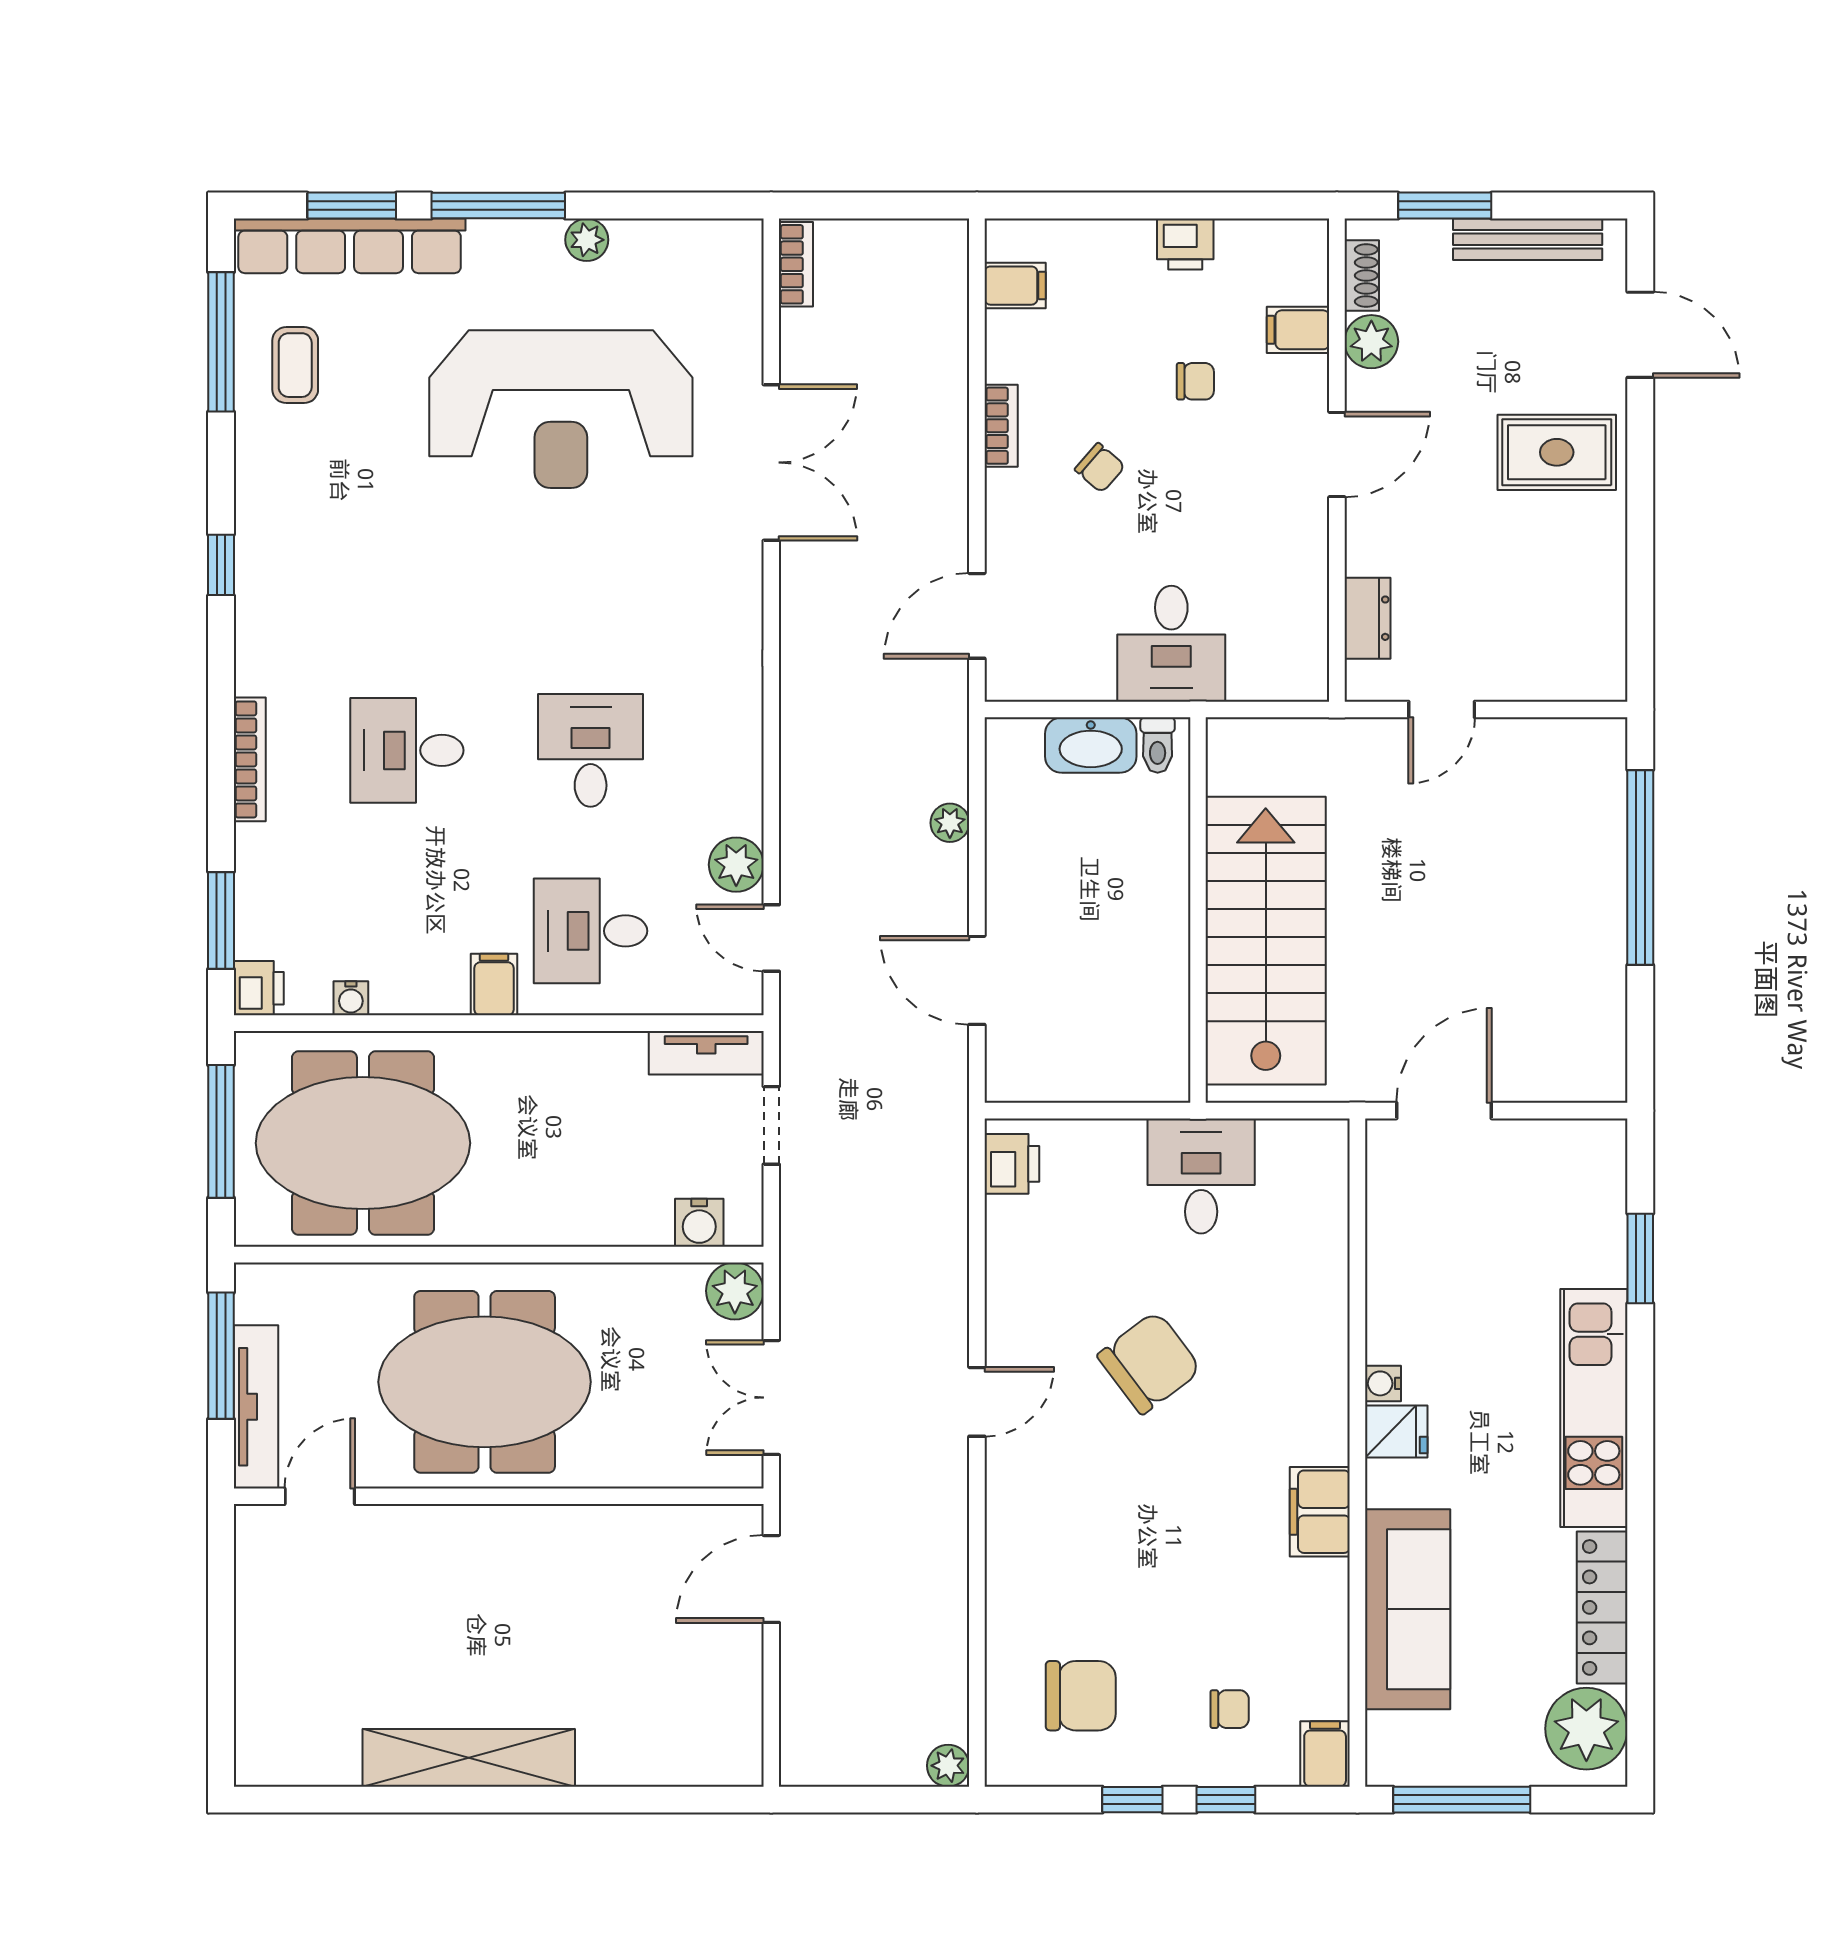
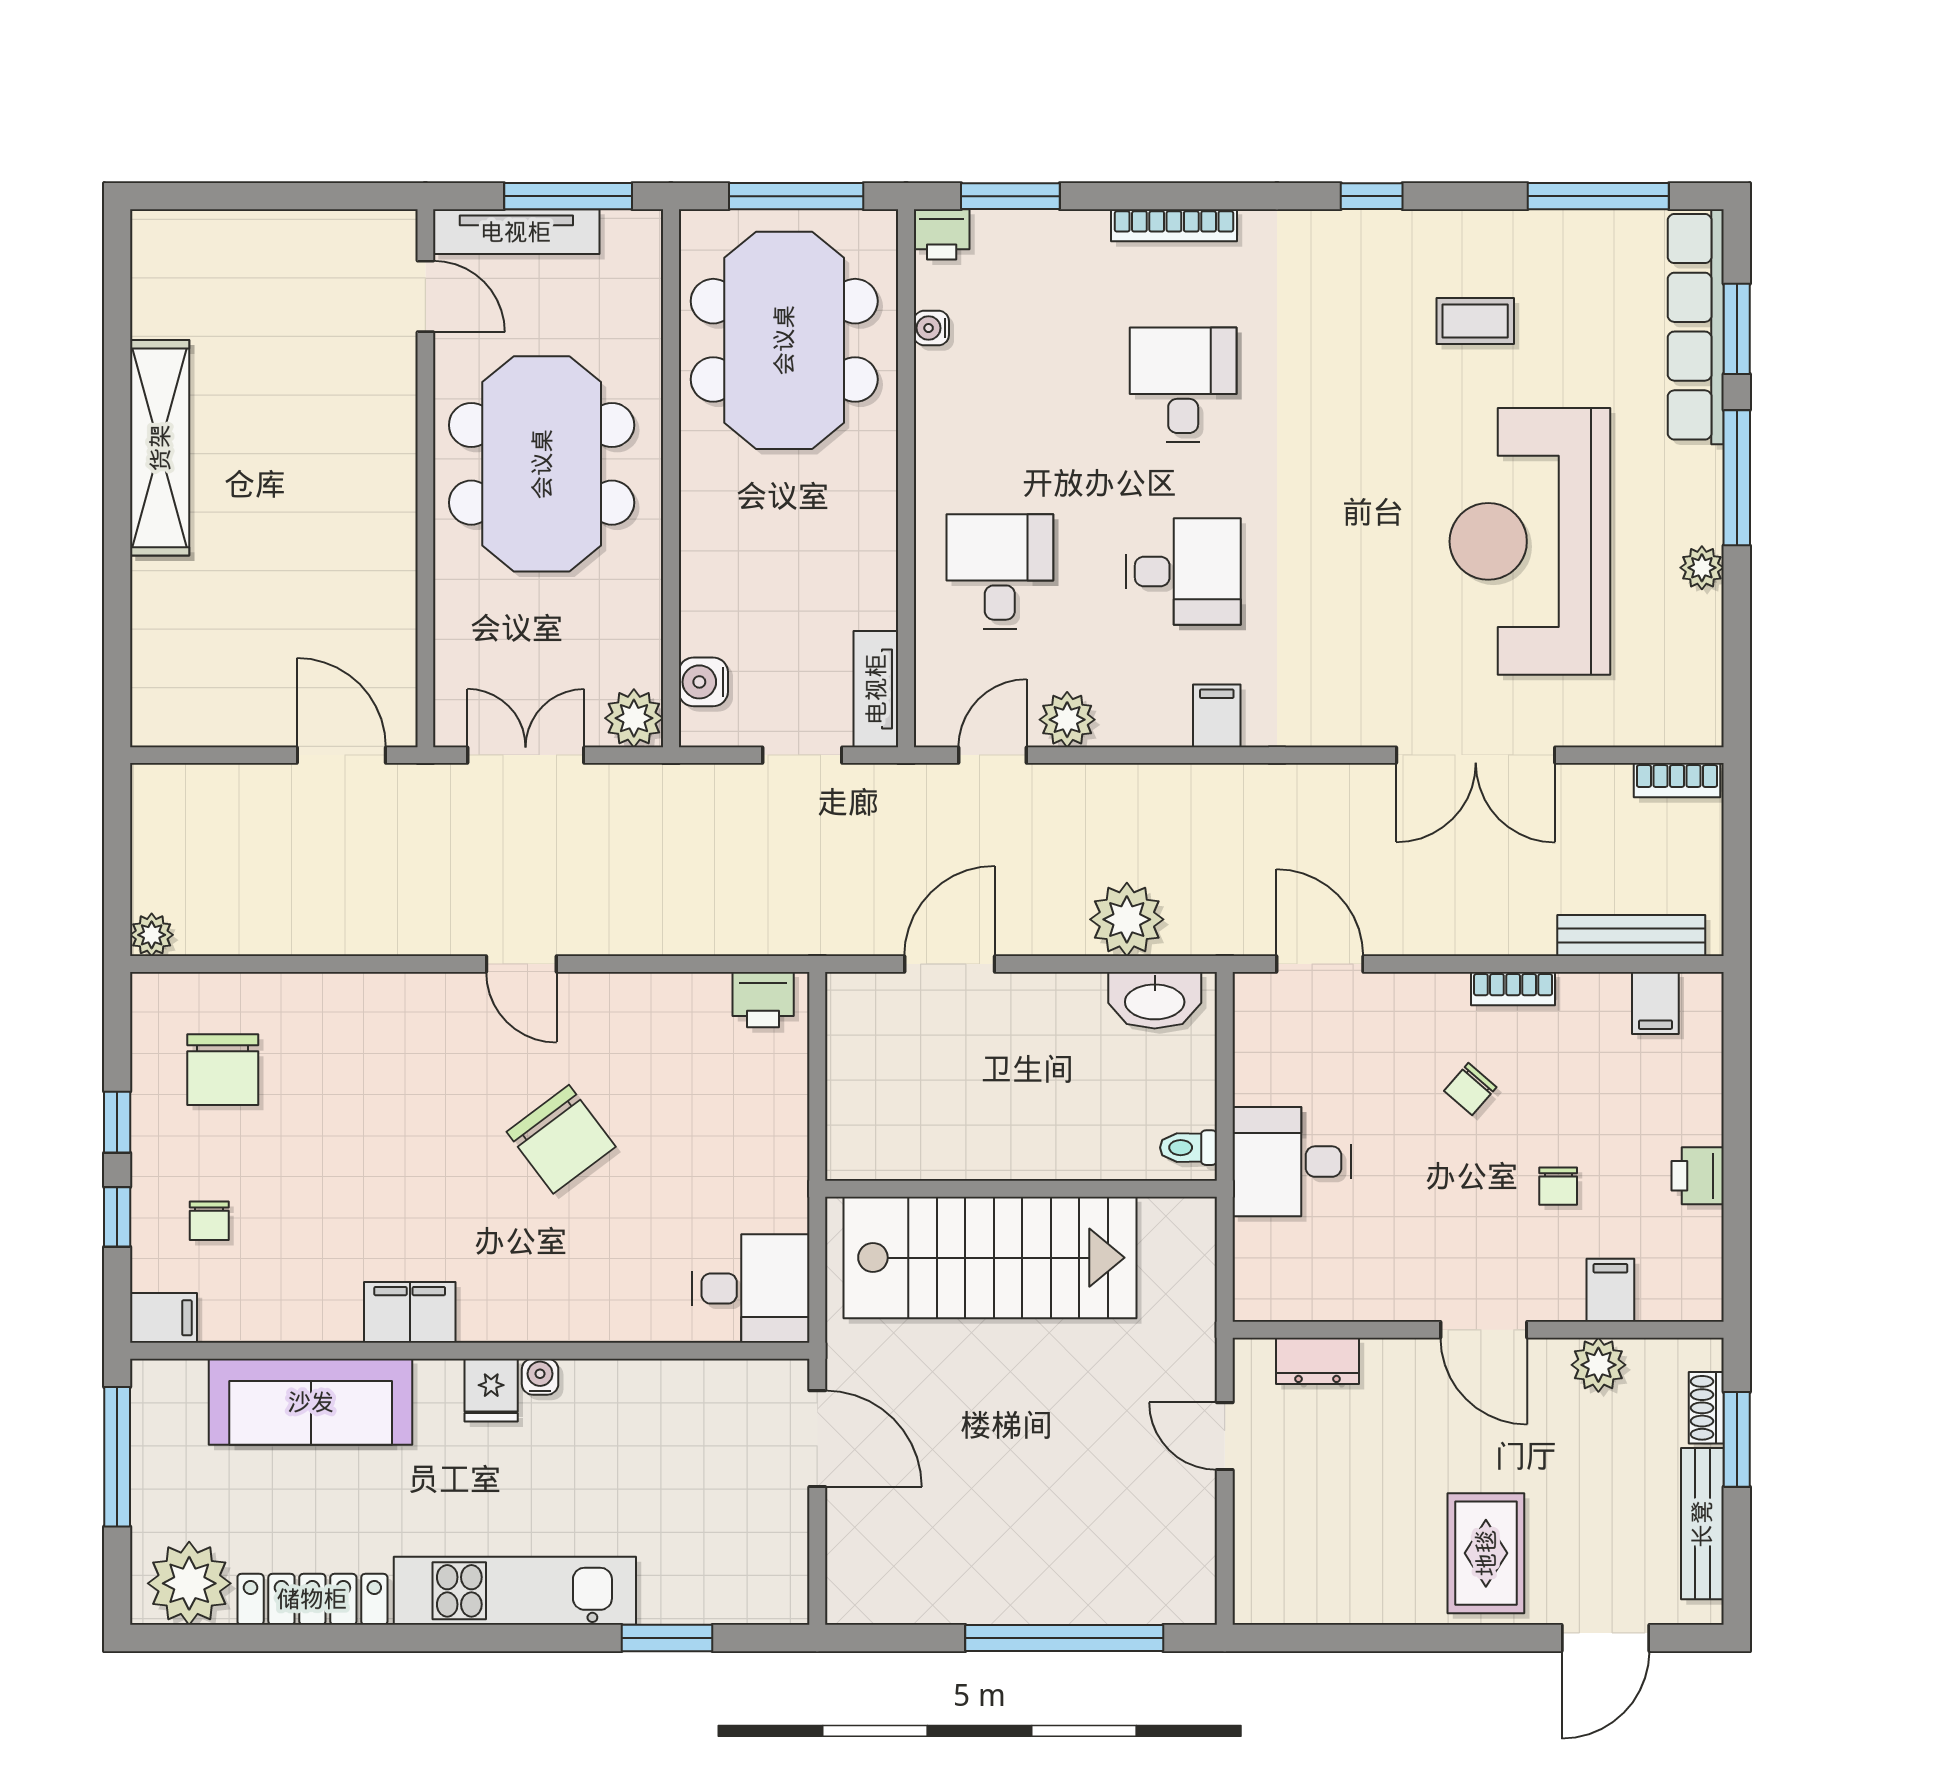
shoe rack: (1362, 275) -> (1706, 1408), moved, turned 90
bench: (949, 309) -> (1631, 936), added
coffee table: (295, 365) -> (1475, 321), moved
washbasin: (1091, 745) -> (1155, 1000), moved, turned -90
plant: (950, 823) -> (1127, 919), width x1.88, depth x1.88
filing cabinet: (494, 984) -> (1217, 716), moved, turned -90
desk: (1201, 1176) -> (751, 1289), moved

